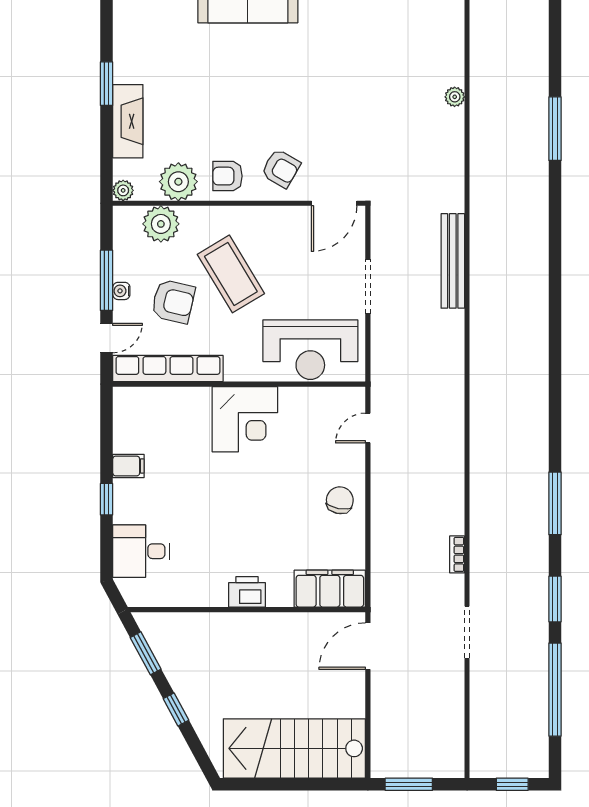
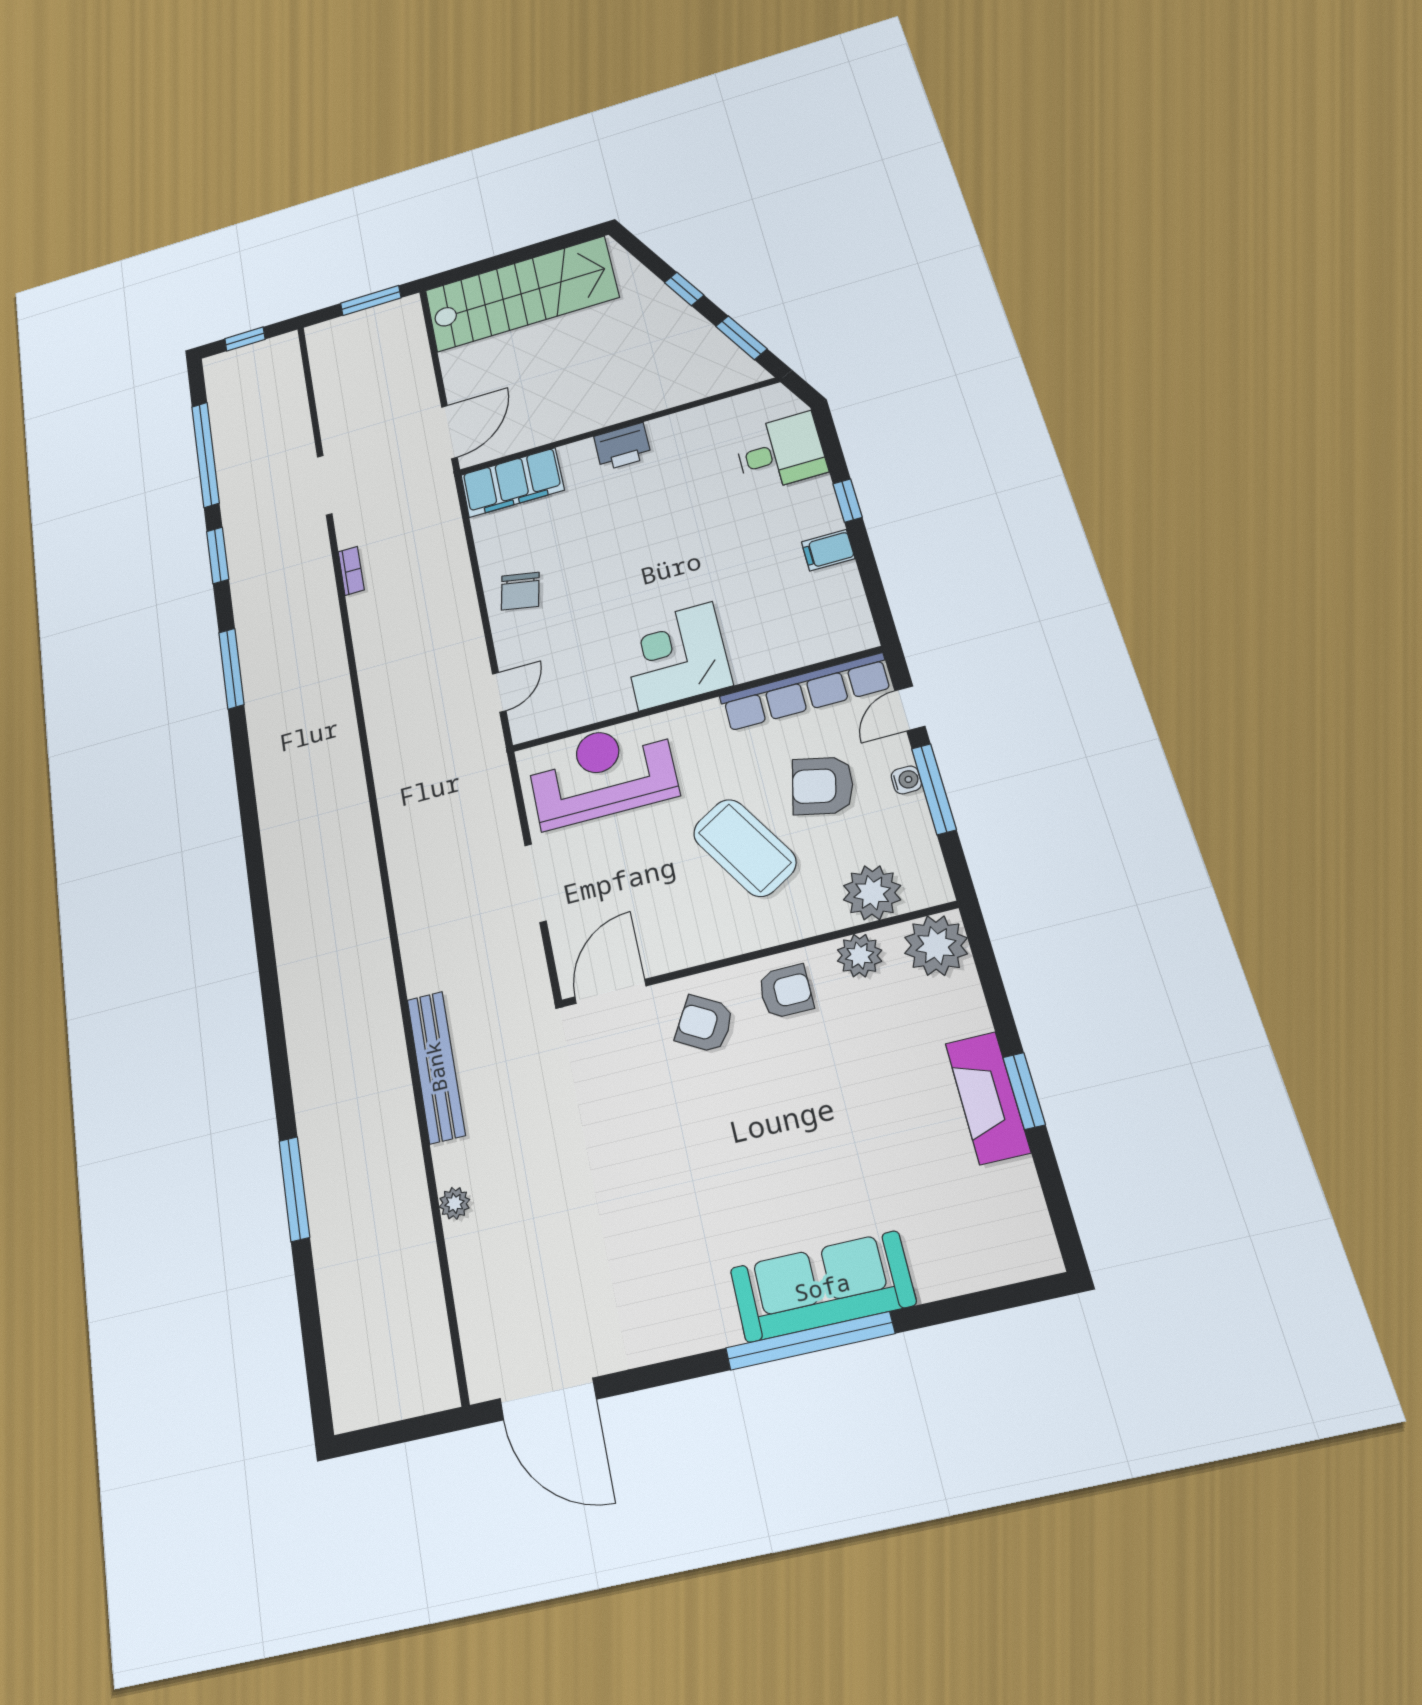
fireplace: (128, 121) -> (988, 1098), moved
plant: (178, 182) -> (860, 956), width x0.73, depth x0.73
plant: (123, 190) -> (936, 946), width x1.88, depth x1.88
bench: (453, 261) -> (436, 1067), moved

